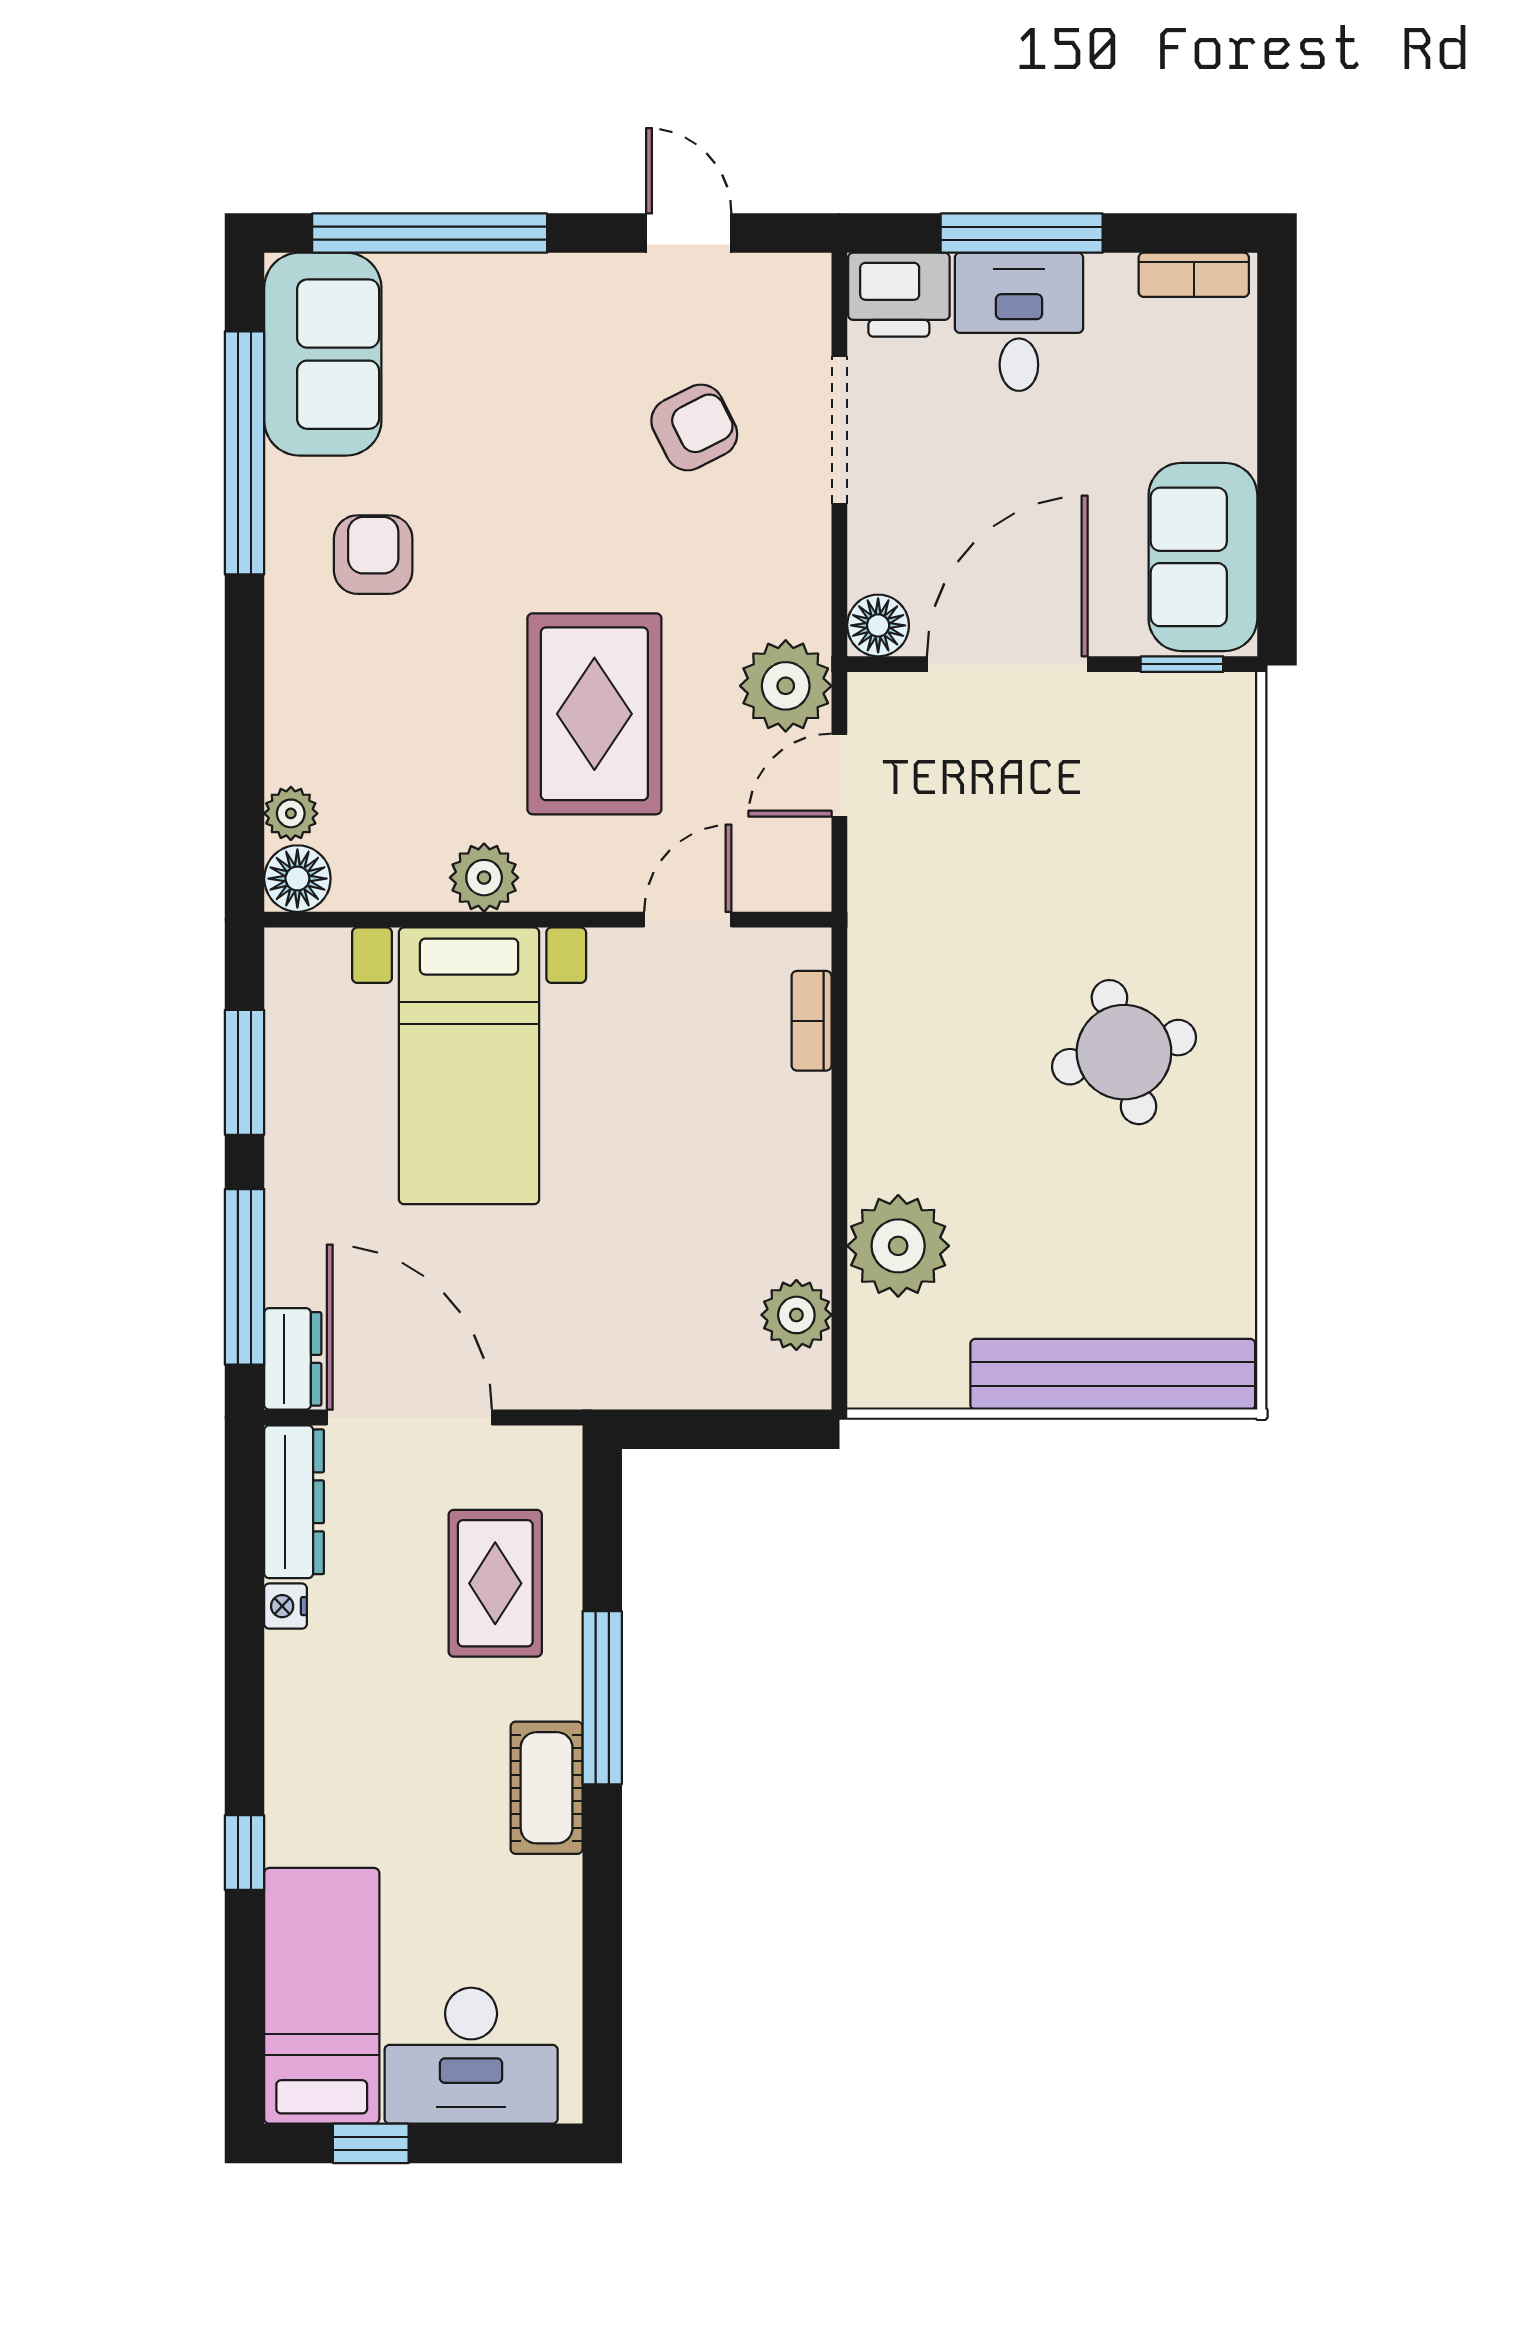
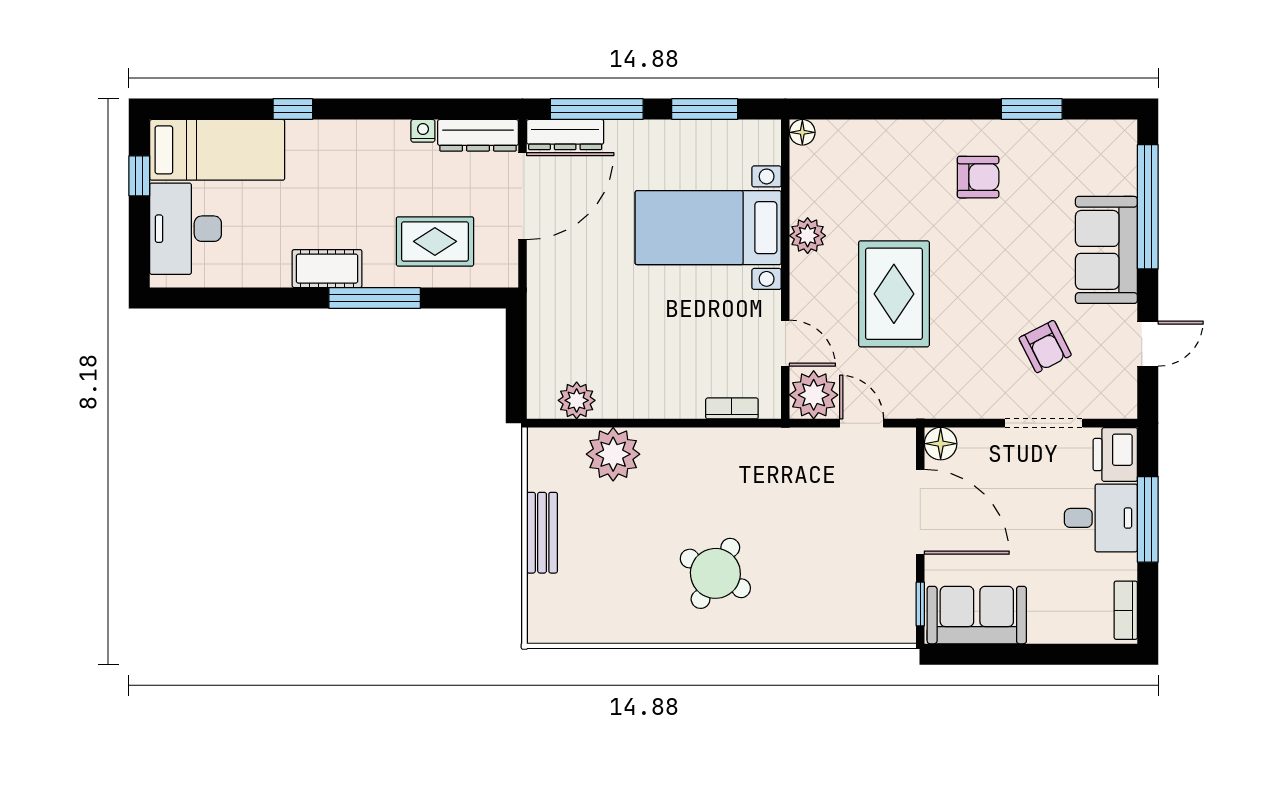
sofa: (323, 354) -> (1106, 250), moved, turned 90
window: (245, 453) -> (1032, 109), width x0.47
plant: (786, 686) -> (814, 395), moved
rug: (594, 714) -> (894, 294), turned 90
plant: (291, 813) -> (841, 134), removed
floor lamp: (297, 879) -> (802, 132), width x0.73, depth x0.73
round table: (1124, 1052) -> (715, 573), turned 45
dresser: (293, 1359) -> (565, 135), width x1.44
bench: (1113, 1374) -> (542, 533), width x0.54, depth x0.82

